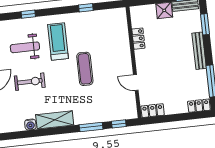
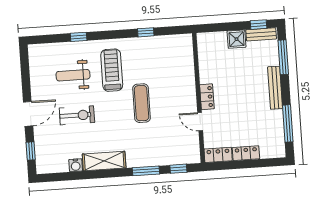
window: (205, 24) -> (283, 57), width x1.44
locker: (138, 39) -> (207, 97), moved
locker: (199, 106) -> (246, 153), moved

